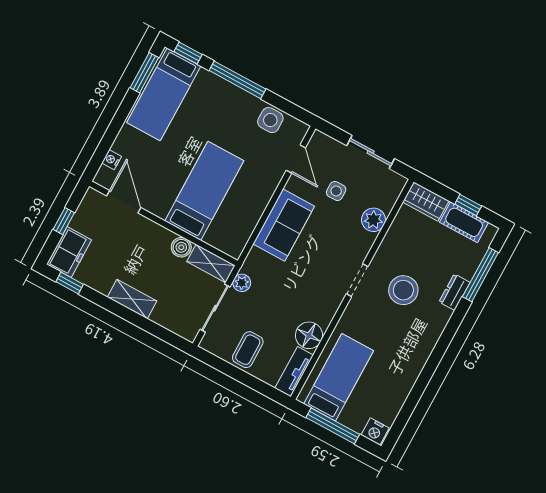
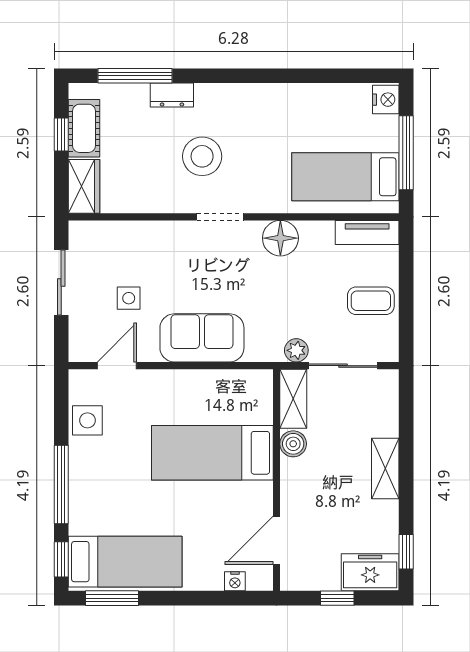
plant: (373, 220) -> (139, 236), removed
floor lamp: (309, 335) -> (280, 238), moved

